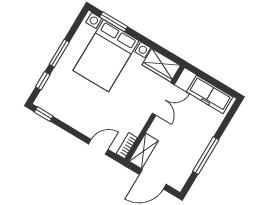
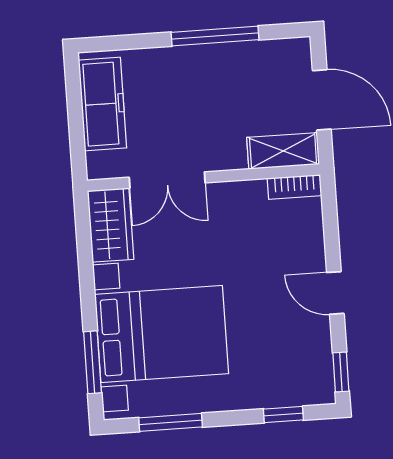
window: (59, 53) -> (171, 422), moved
double door: (163, 99) -> (167, 180), swing flipped
door: (98, 147) -> (335, 293), moved

